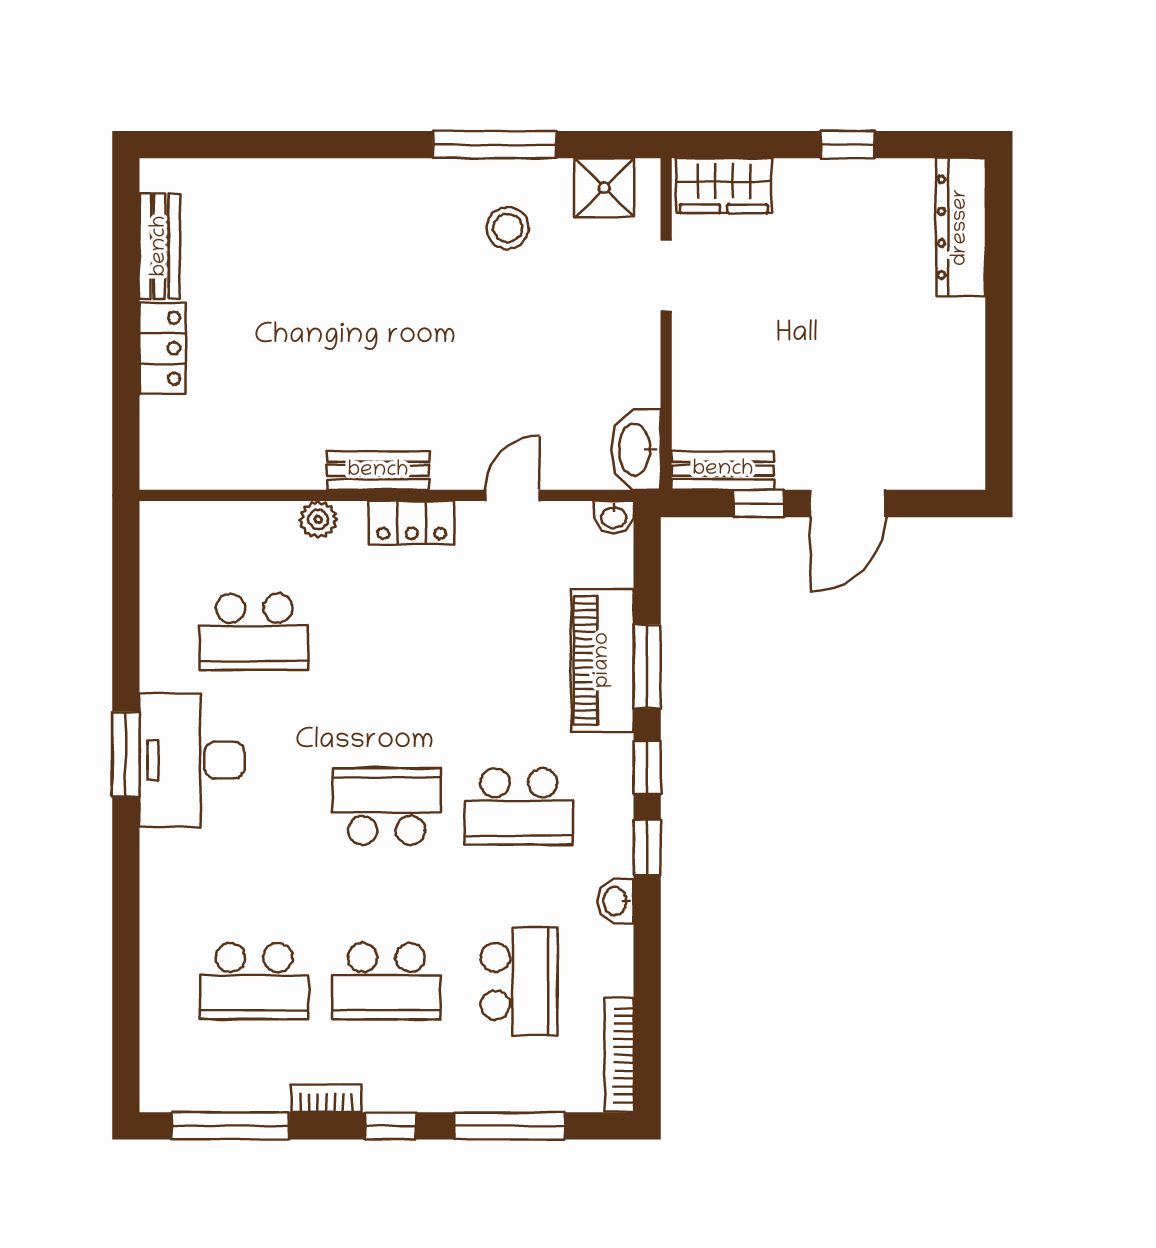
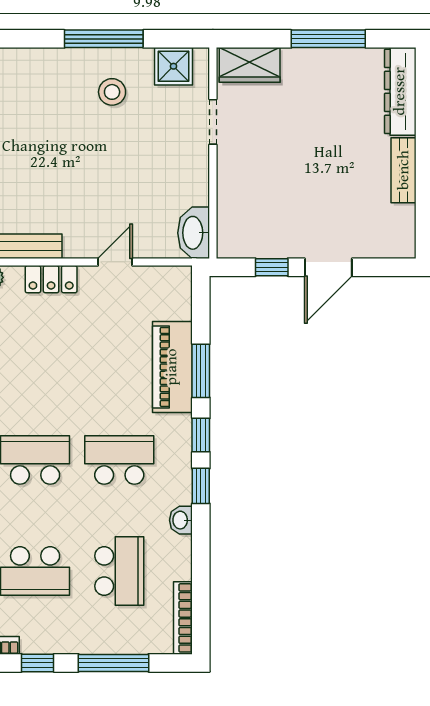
window: (848, 145) -> (328, 39), width x2.17
bench: (723, 470) -> (404, 170), moved, turned 90
washbasin: (614, 517) -> (180, 276), removed
school desk: (519, 807) -> (119, 460), turned 180

